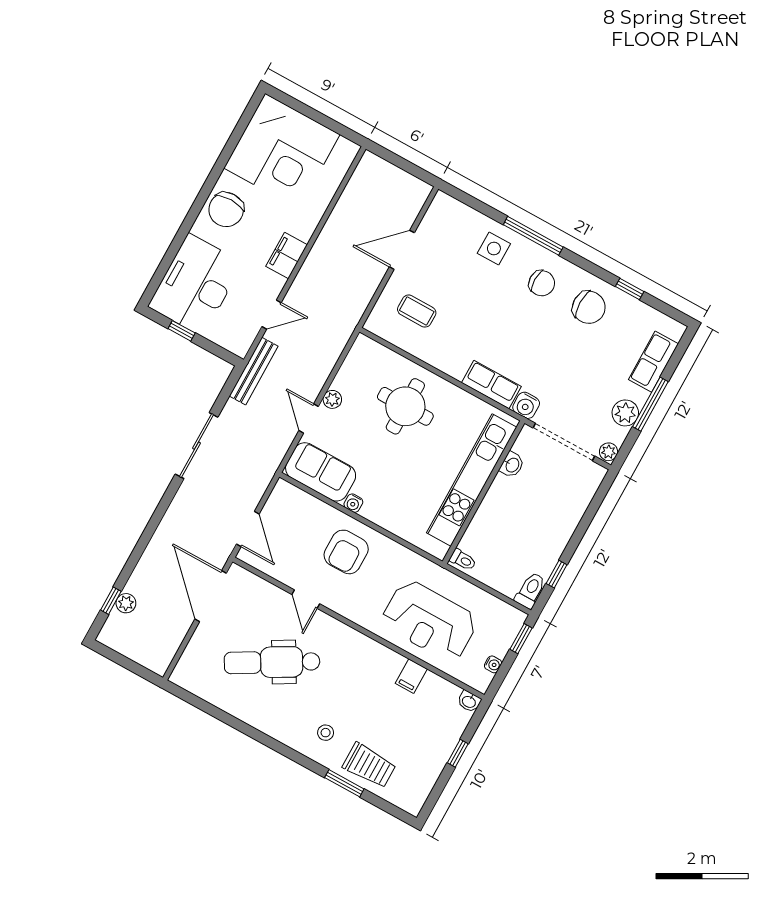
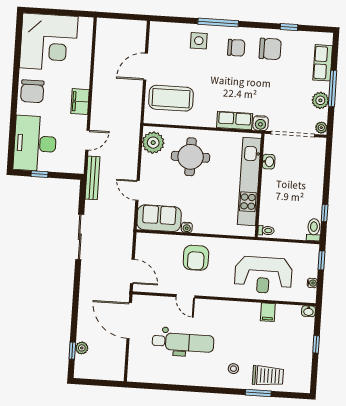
coffee table: (417, 311) -> (171, 98), width x1.86, depth x1.72
plant: (332, 399) -> (153, 143), moved, width x1.88, depth x1.88
dental chair: (272, 662) -> (183, 342), turned -150

